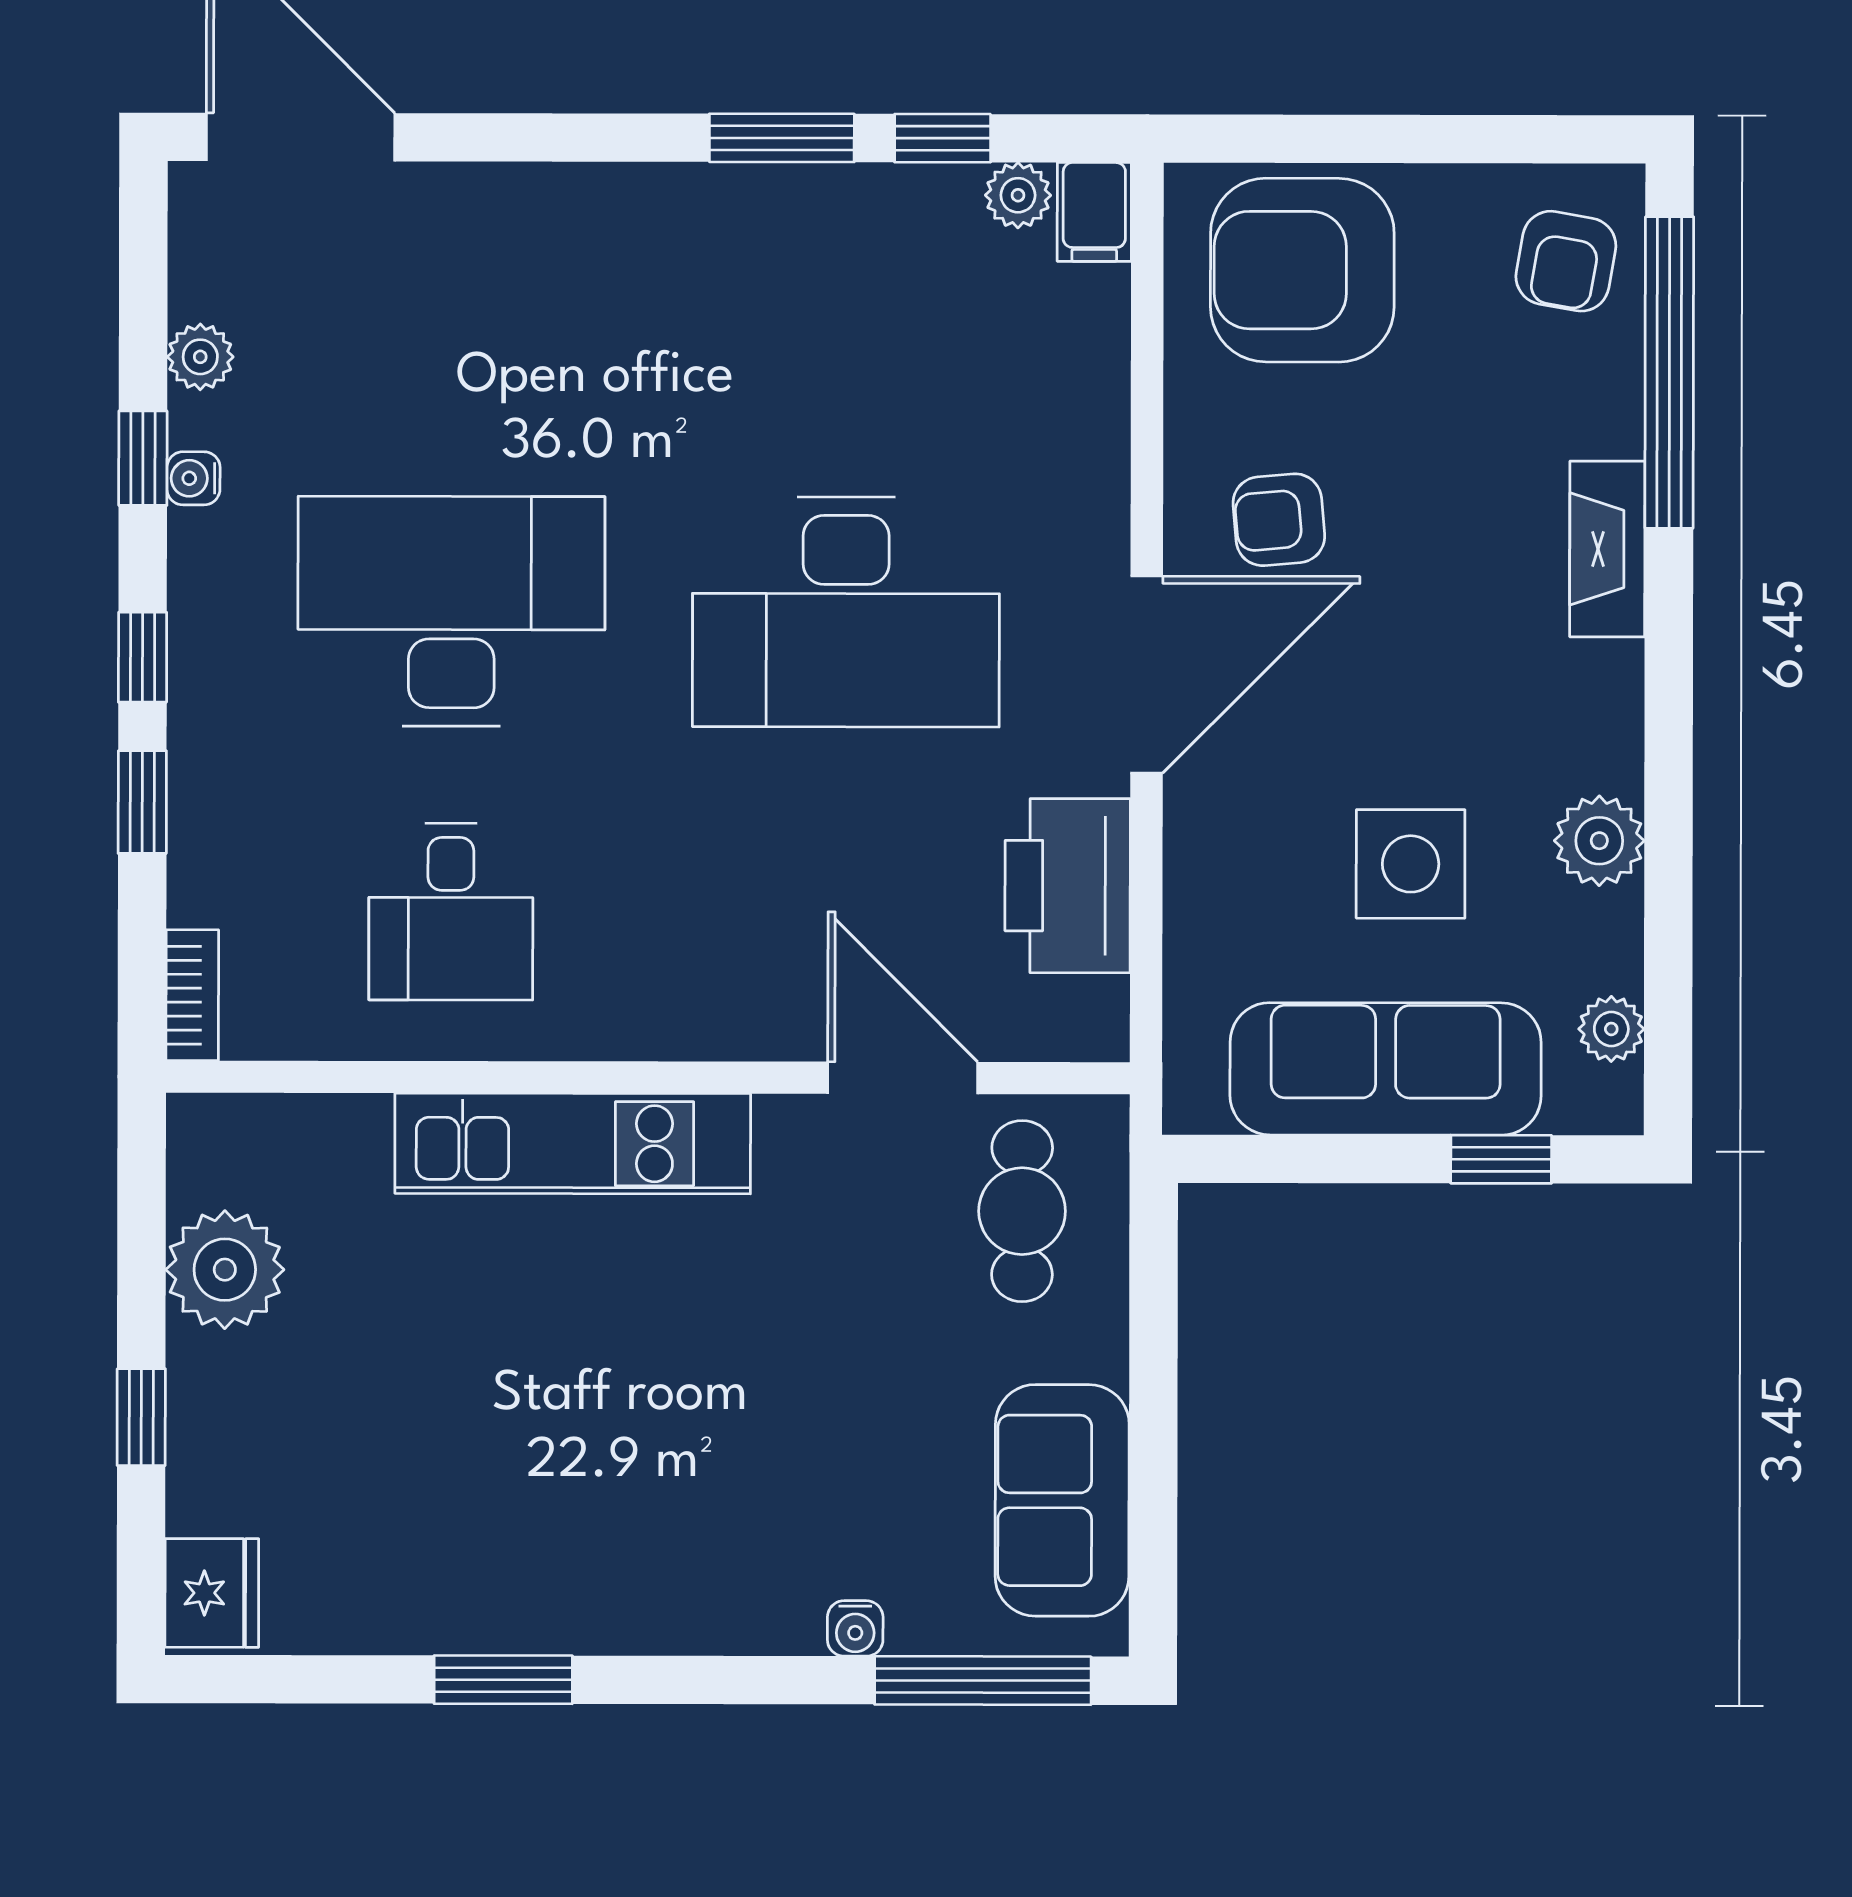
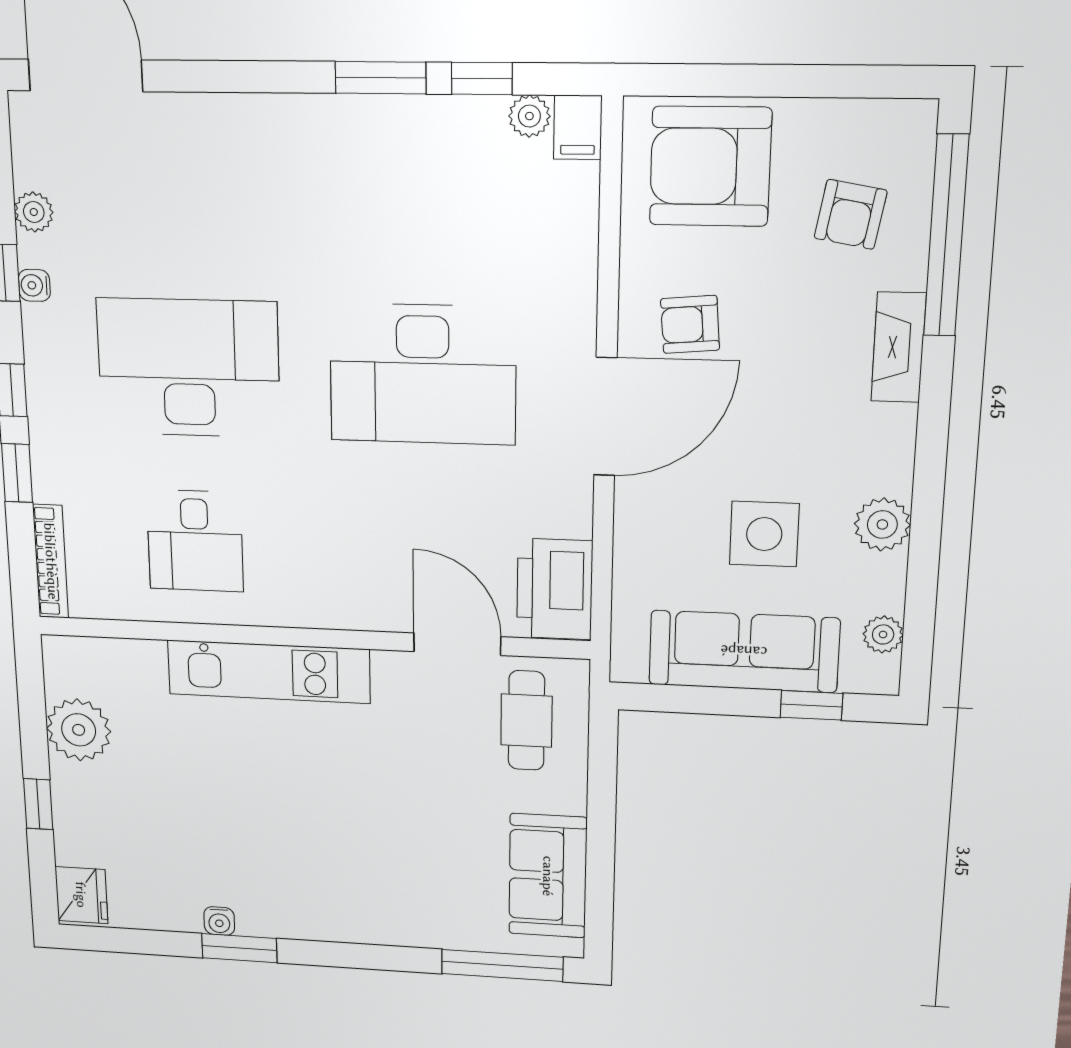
armchair: (1566, 261) -> (851, 214), moved
printer: (1068, 886) -> (555, 589), moved
bookcase: (192, 995) -> (51, 561), width x1.56
water cooler: (855, 1628) -> (219, 921), moved

